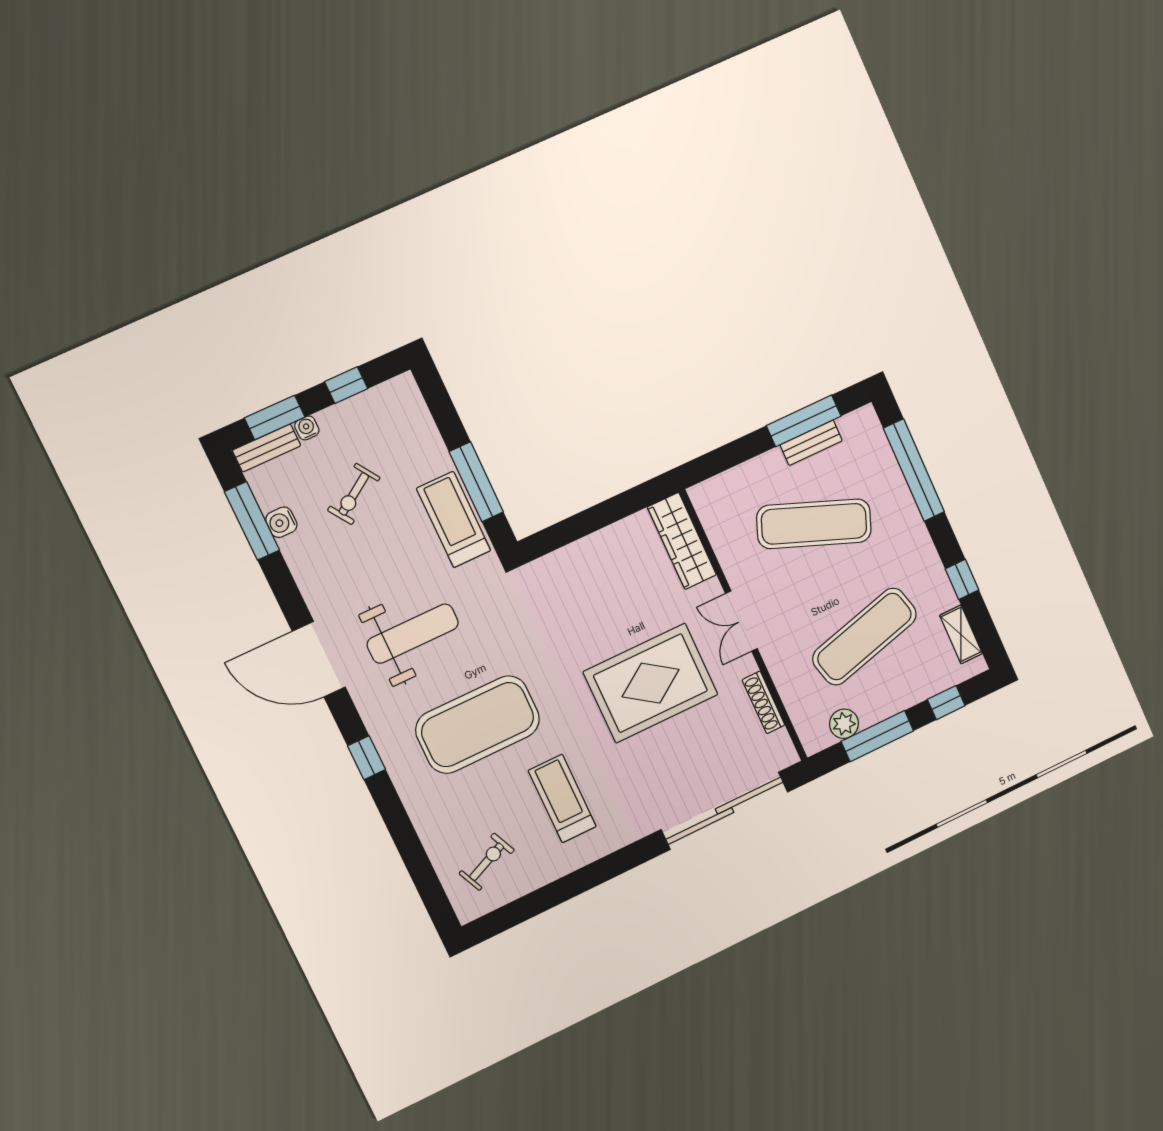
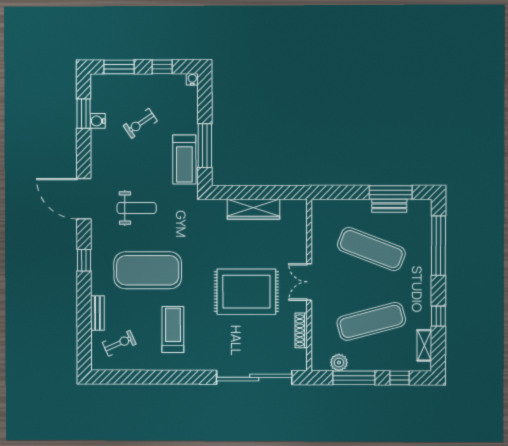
water cooler: (307, 428) -> (192, 79), moved
bench: (267, 448) -> (97, 313), moved, turned 90
treadmill: (454, 520) -> (184, 159), turned 180
window: (252, 521) -> (84, 114), width x0.69
wardrobe: (682, 541) -> (253, 209), moved, turned -90
weight bench: (413, 634) -> (137, 208), width x0.73, depth x0.75

